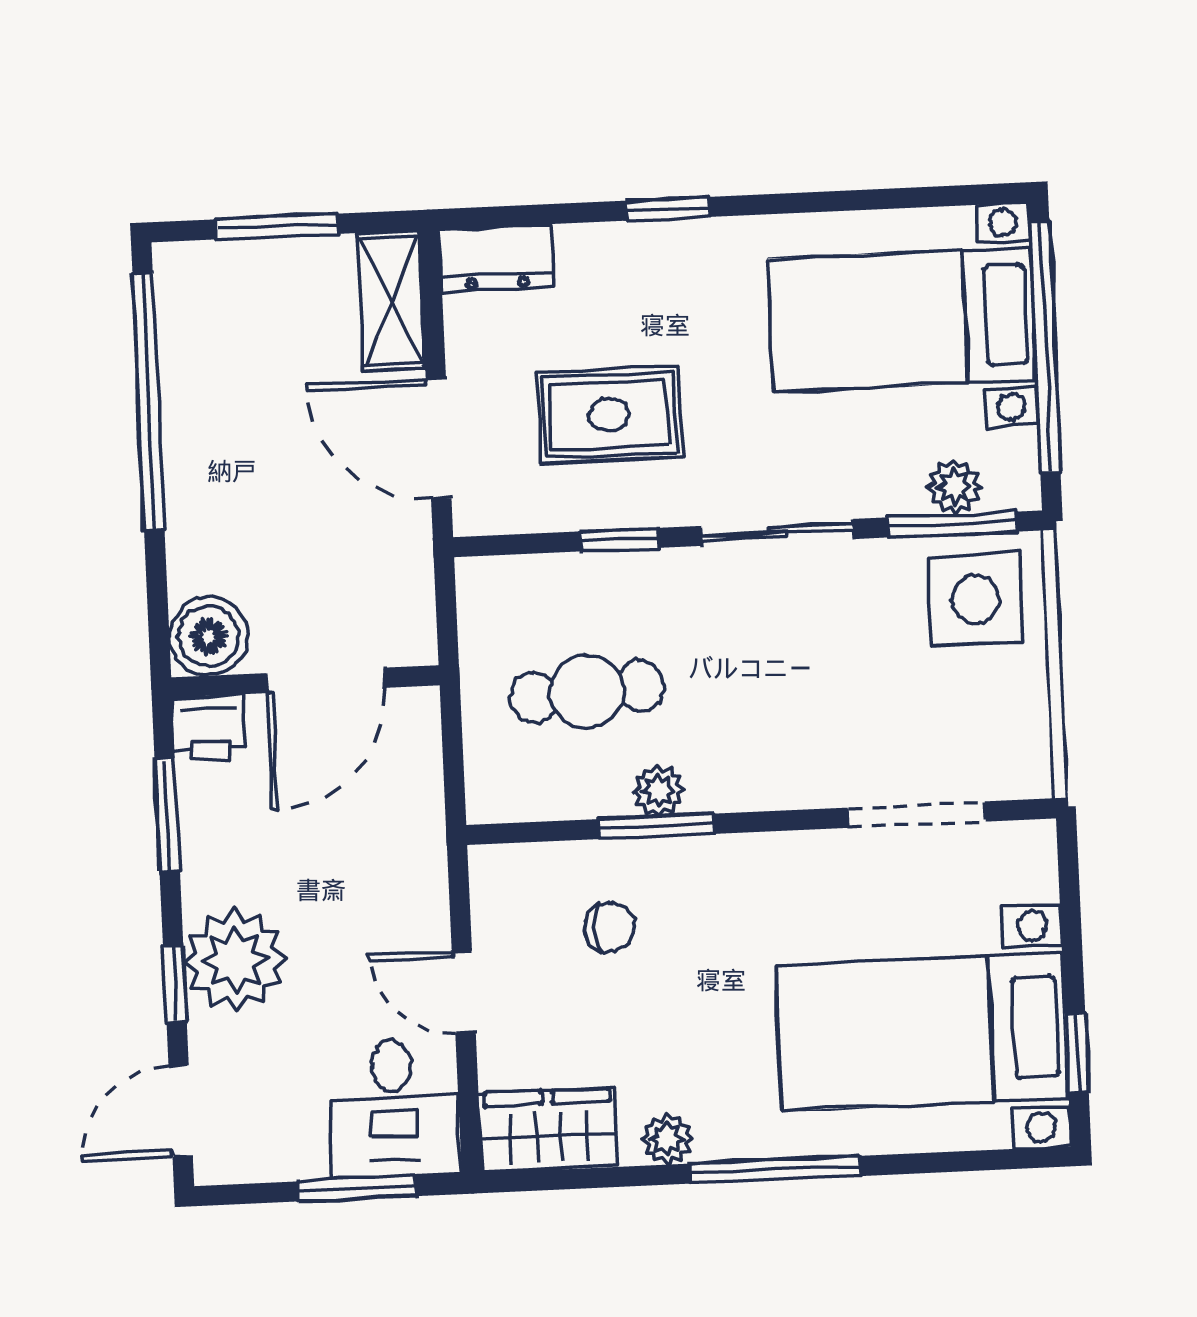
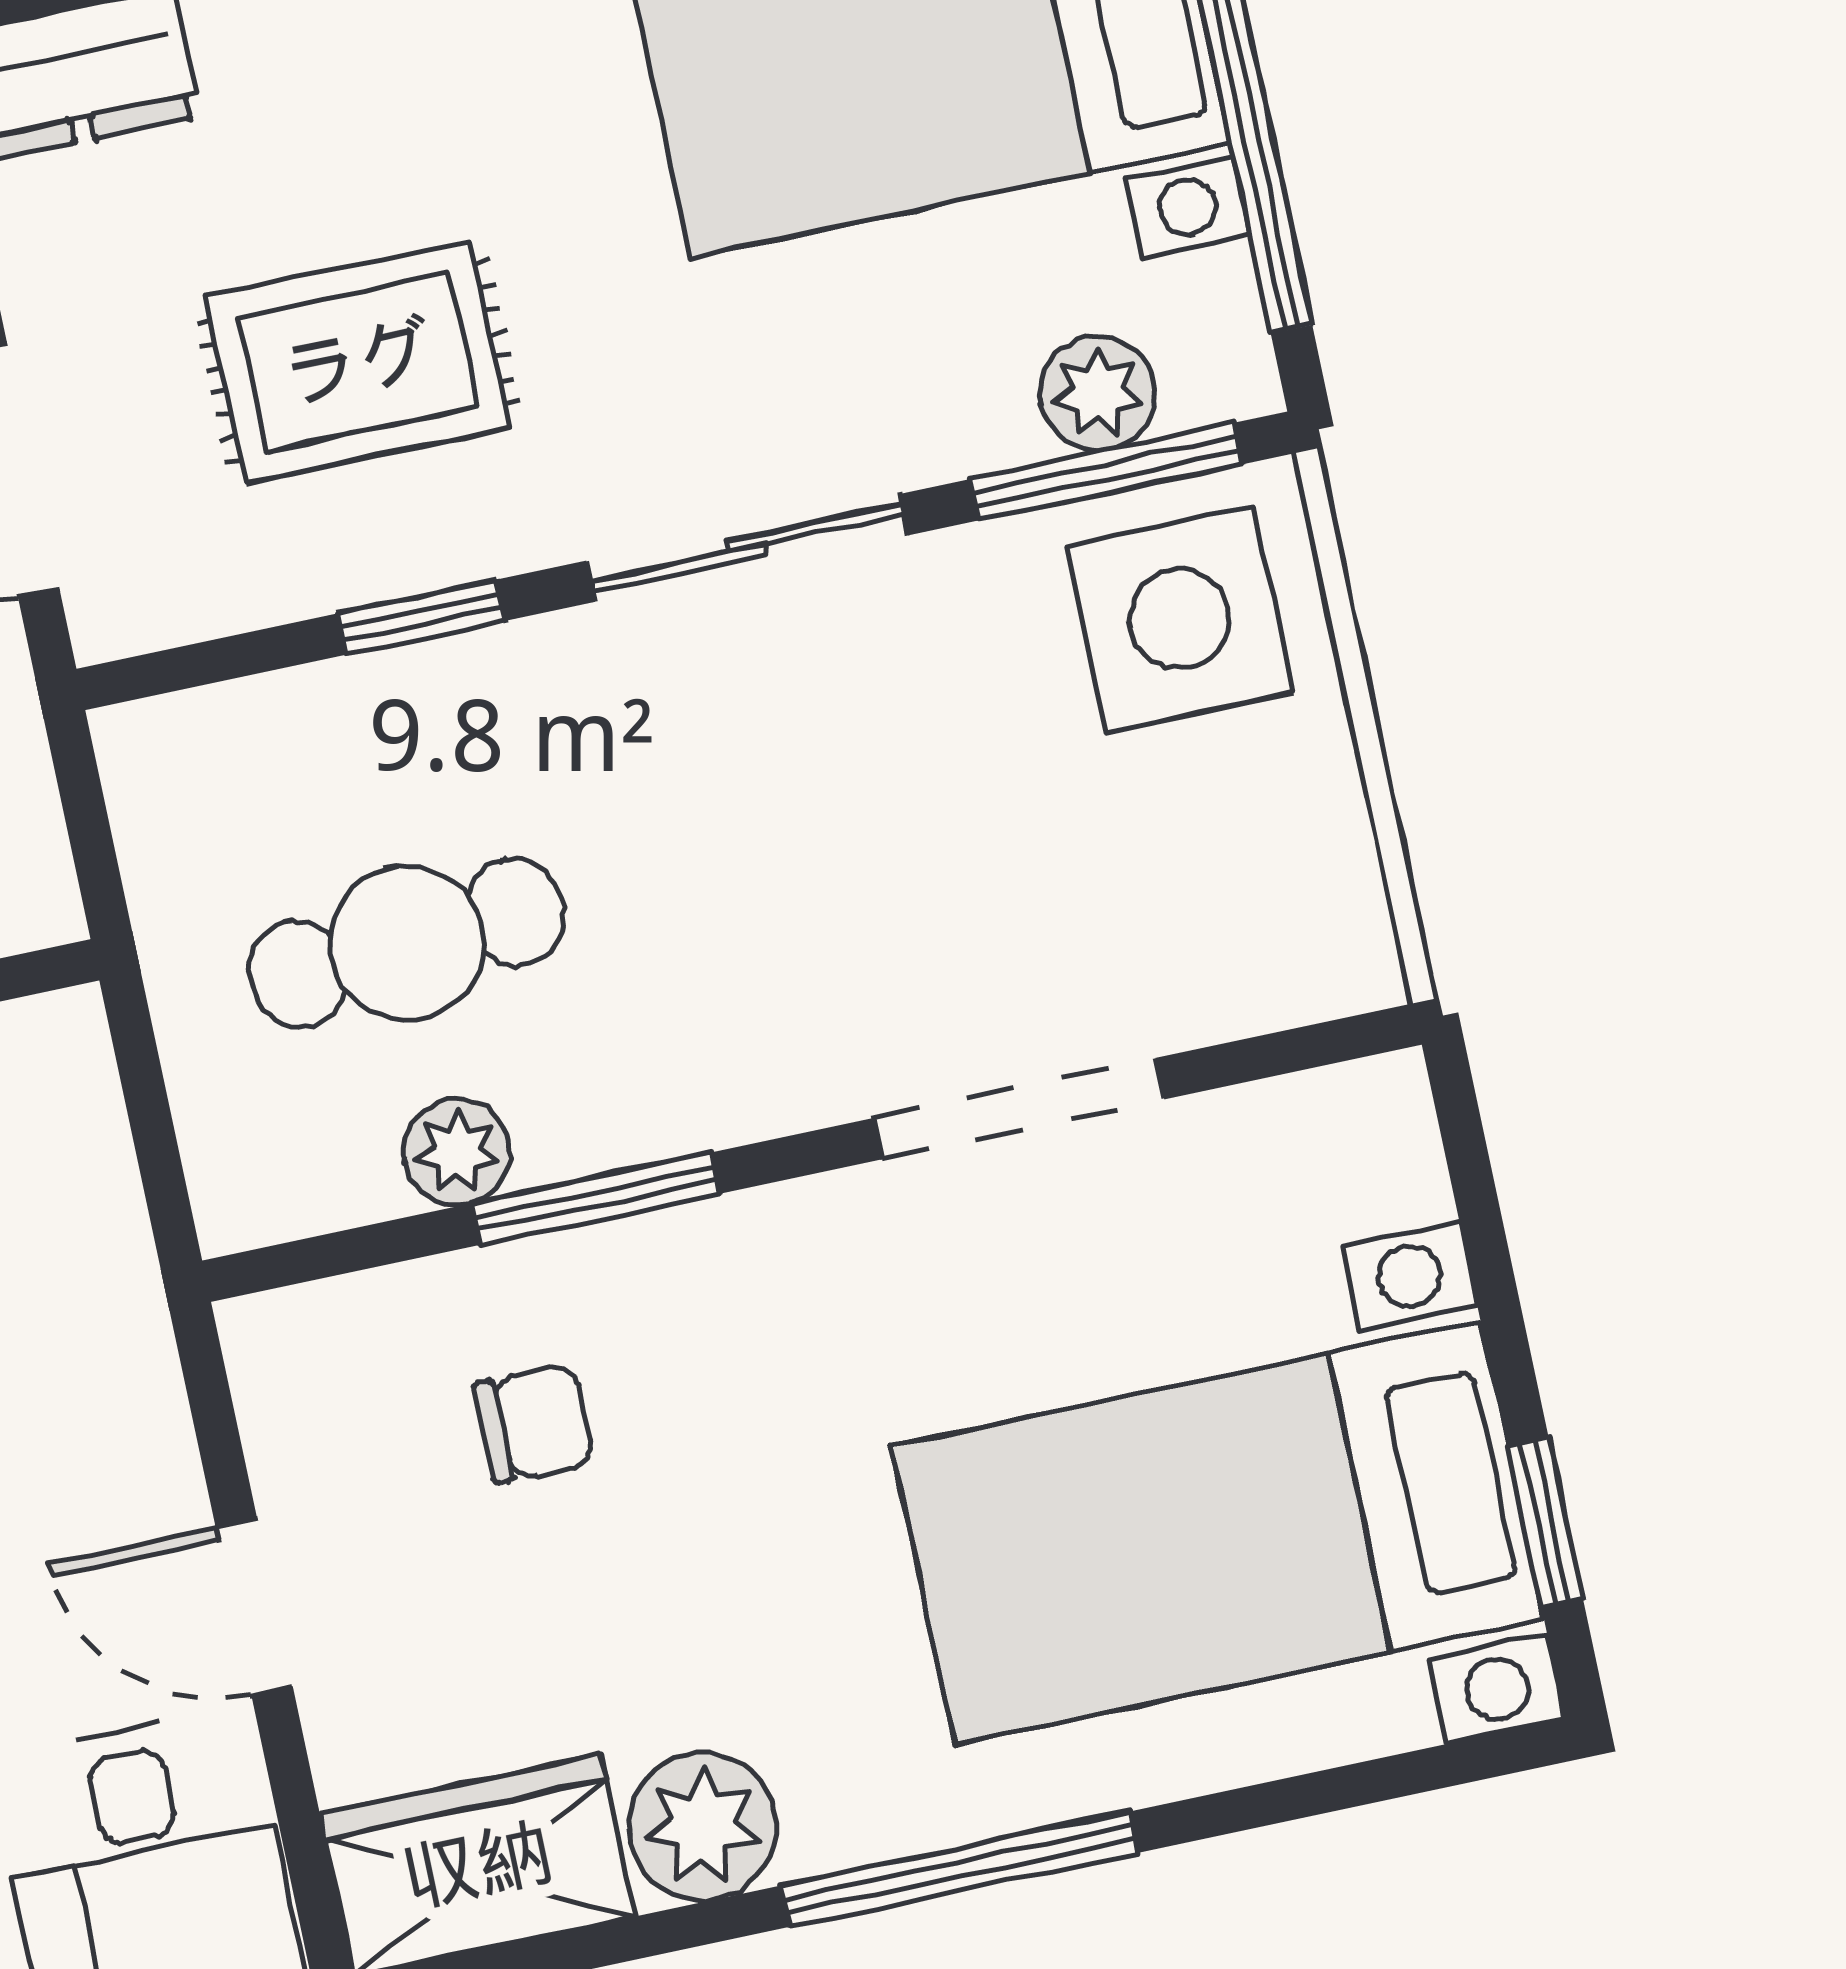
plant: (658, 791) -> (457, 1152), moved
doorway: (917, 815) -> (1019, 1109), moved
plant: (667, 1139) -> (702, 1827), width x1.38, depth x1.38

